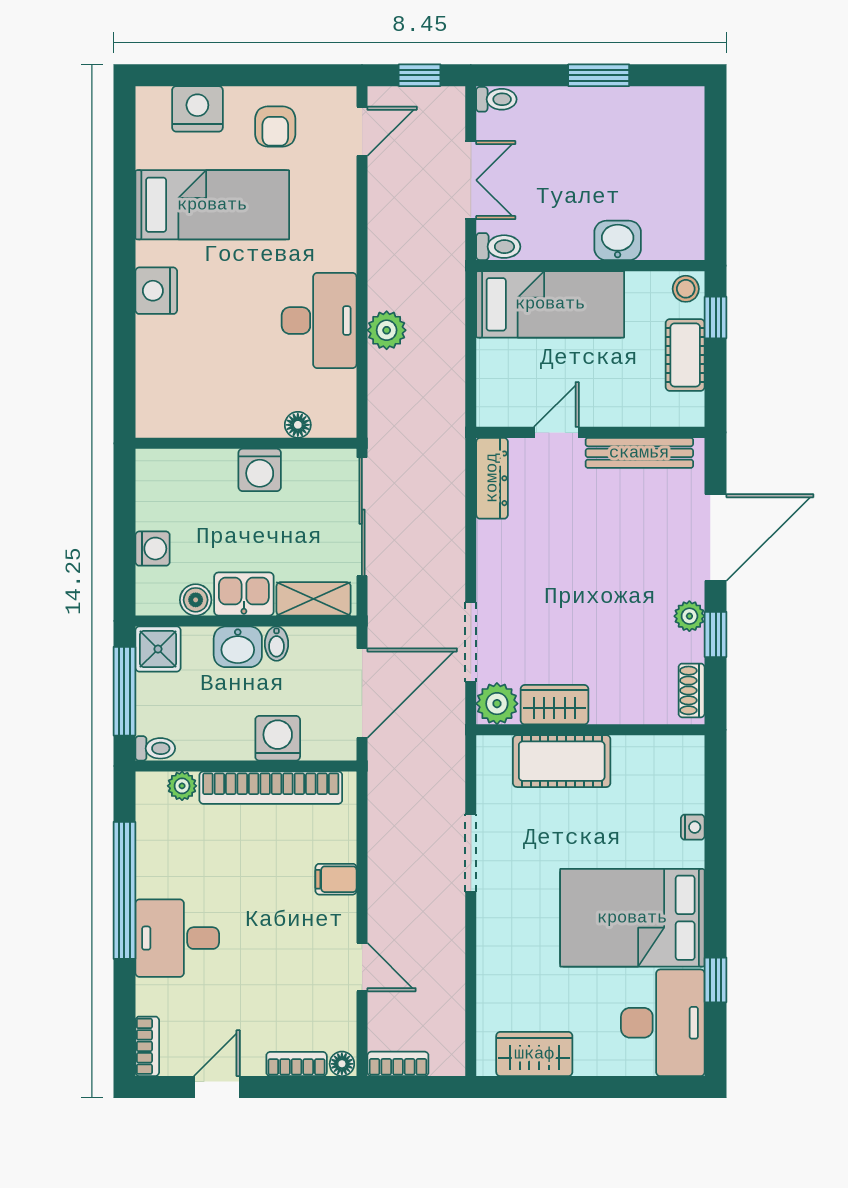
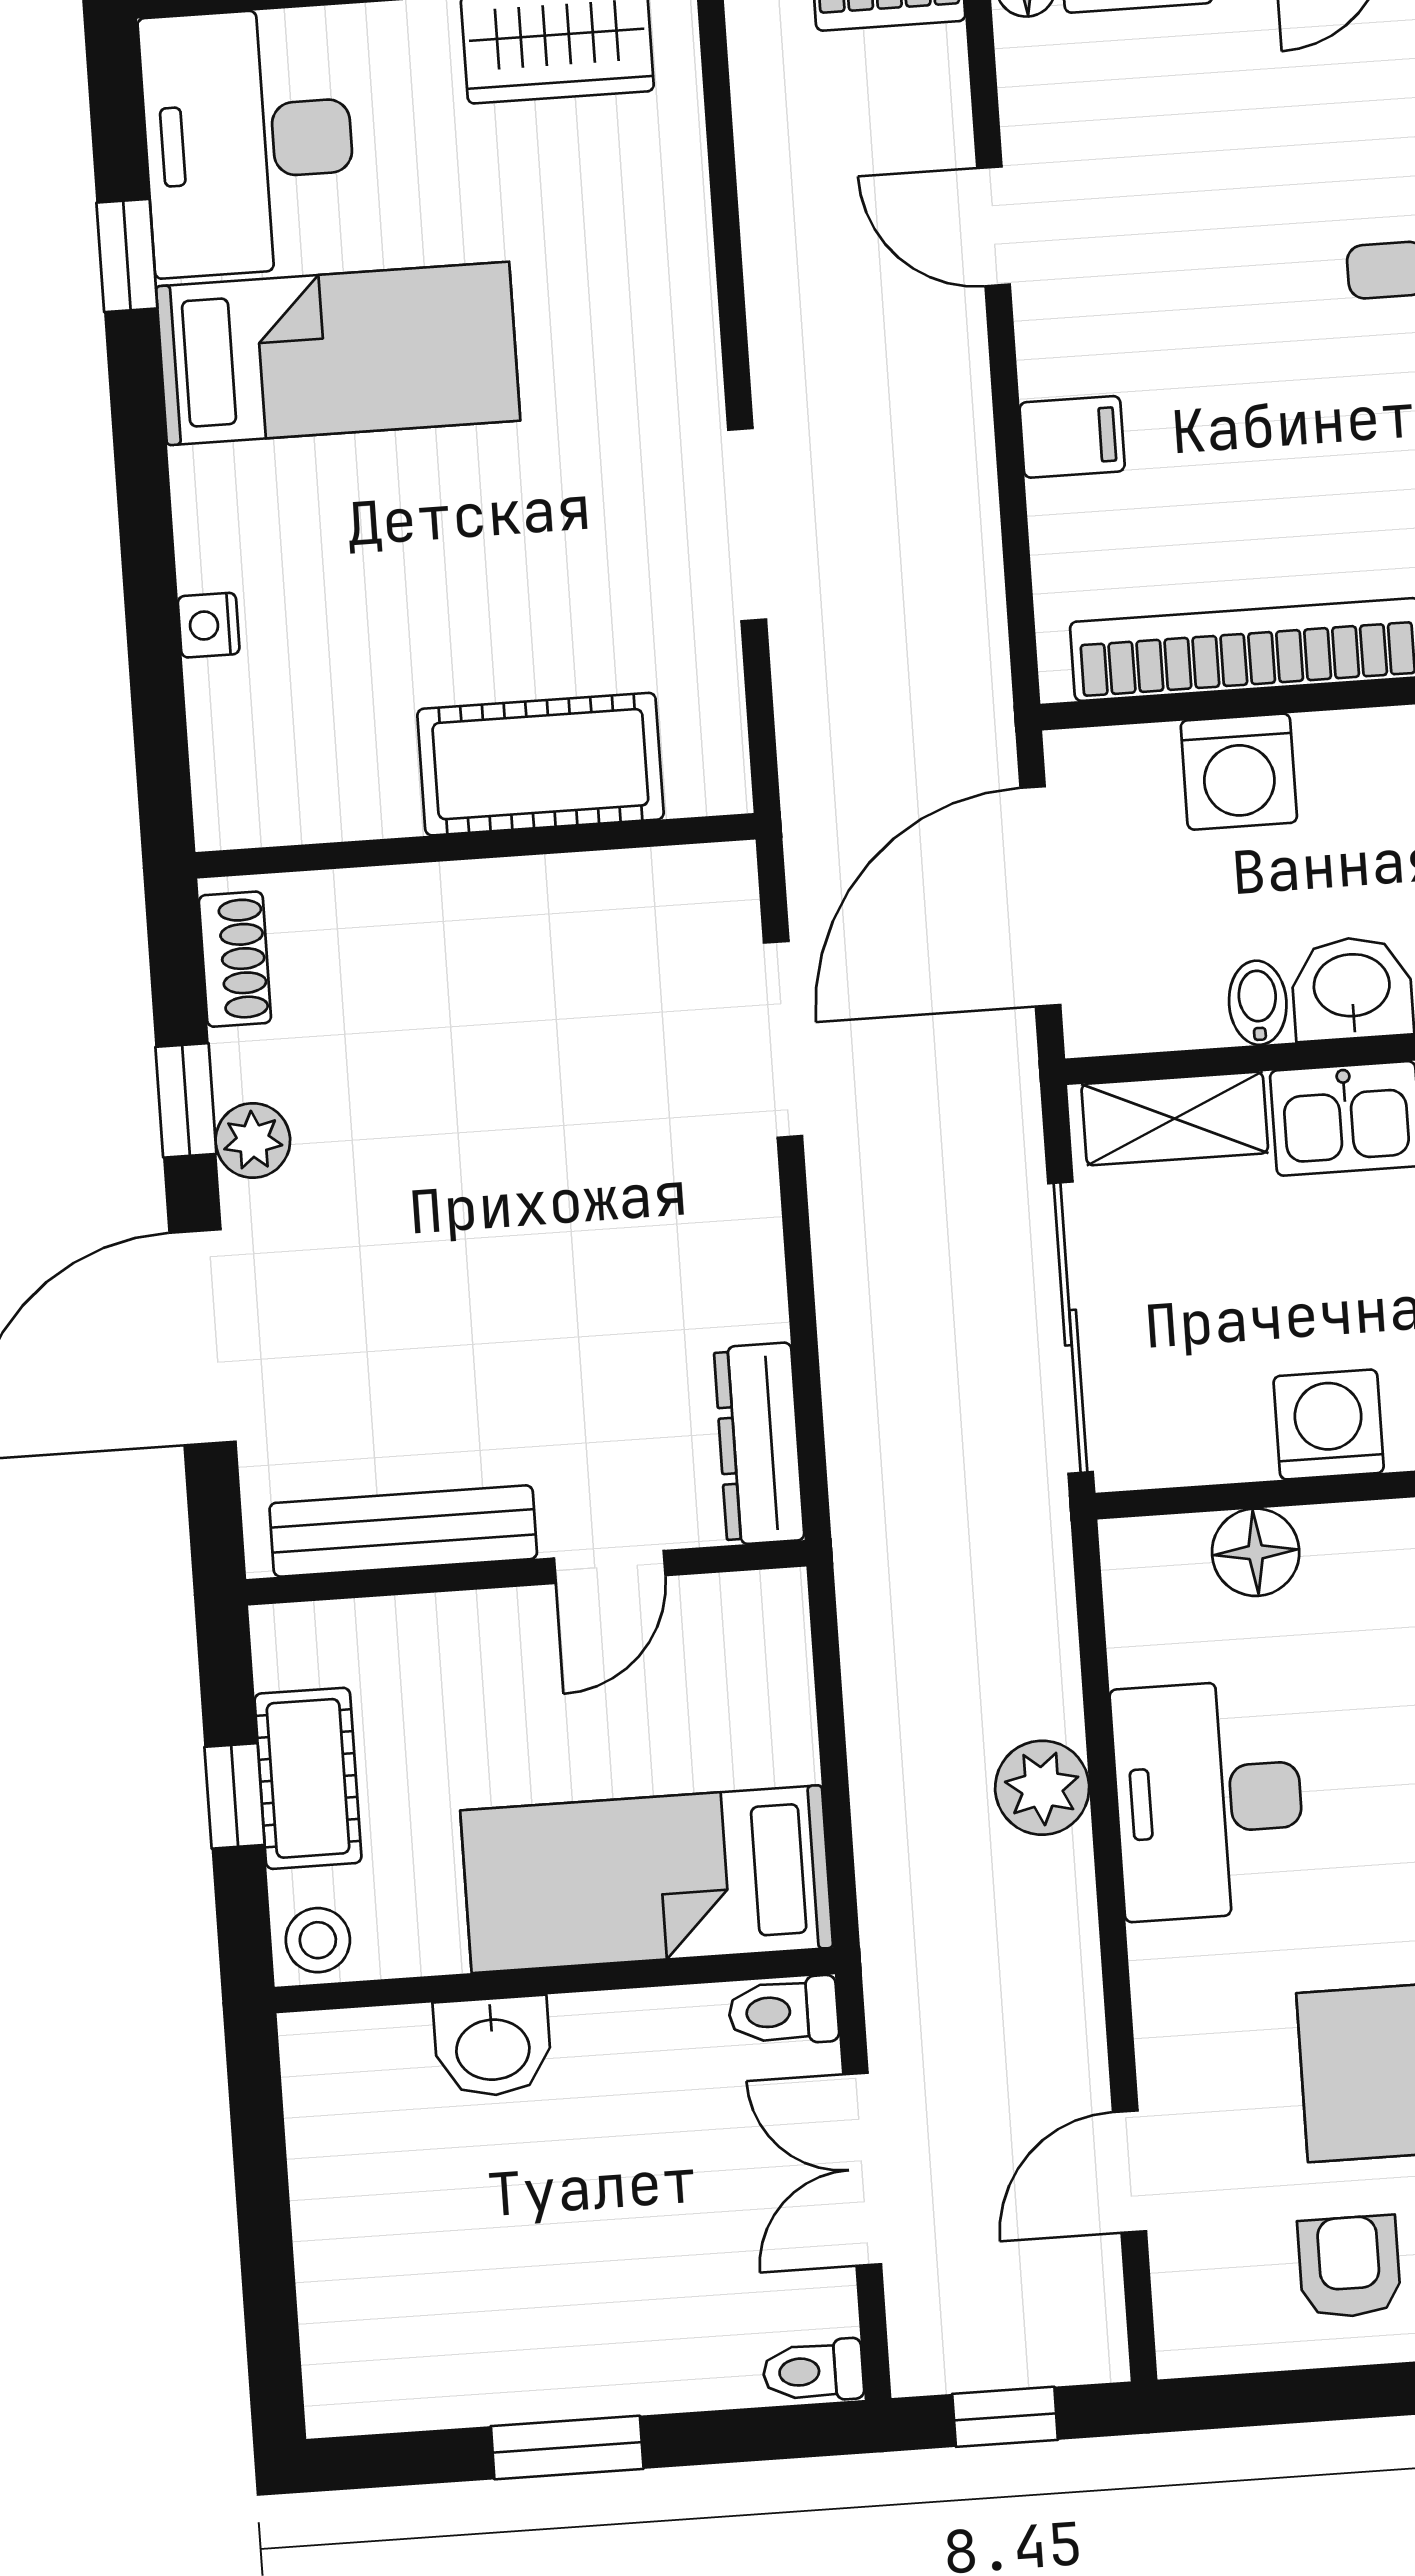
door: (362, 131) -> (1129, 2172), moved
window: (716, 317) -> (235, 1796), moved
floor lamp: (298, 425) -> (1256, 1552), width x1.37, depth x1.37
plant: (497, 704) -> (709, 894), removed
wardrobe: (554, 705) -> (568, 901), removed
bed: (632, 918) -> (338, 353), width x0.67

